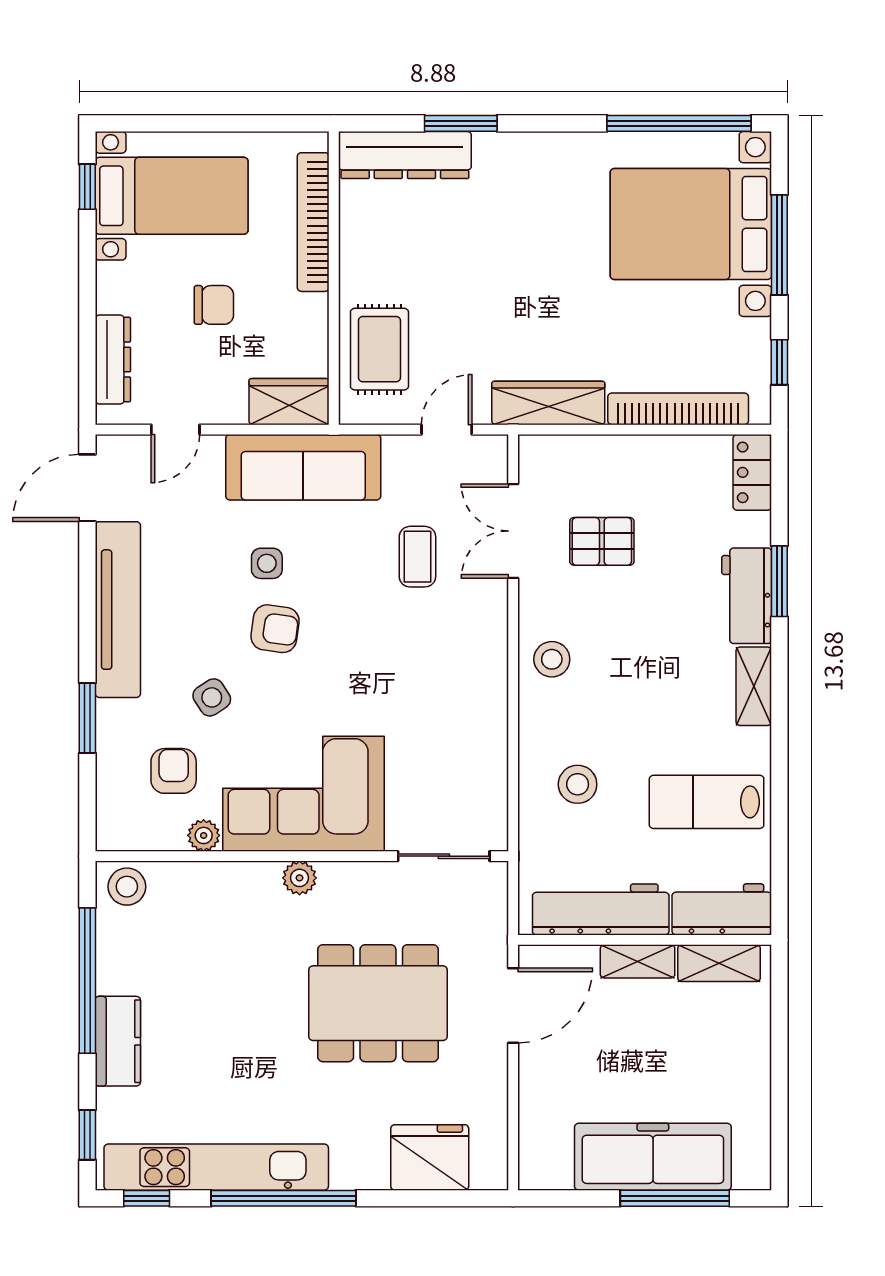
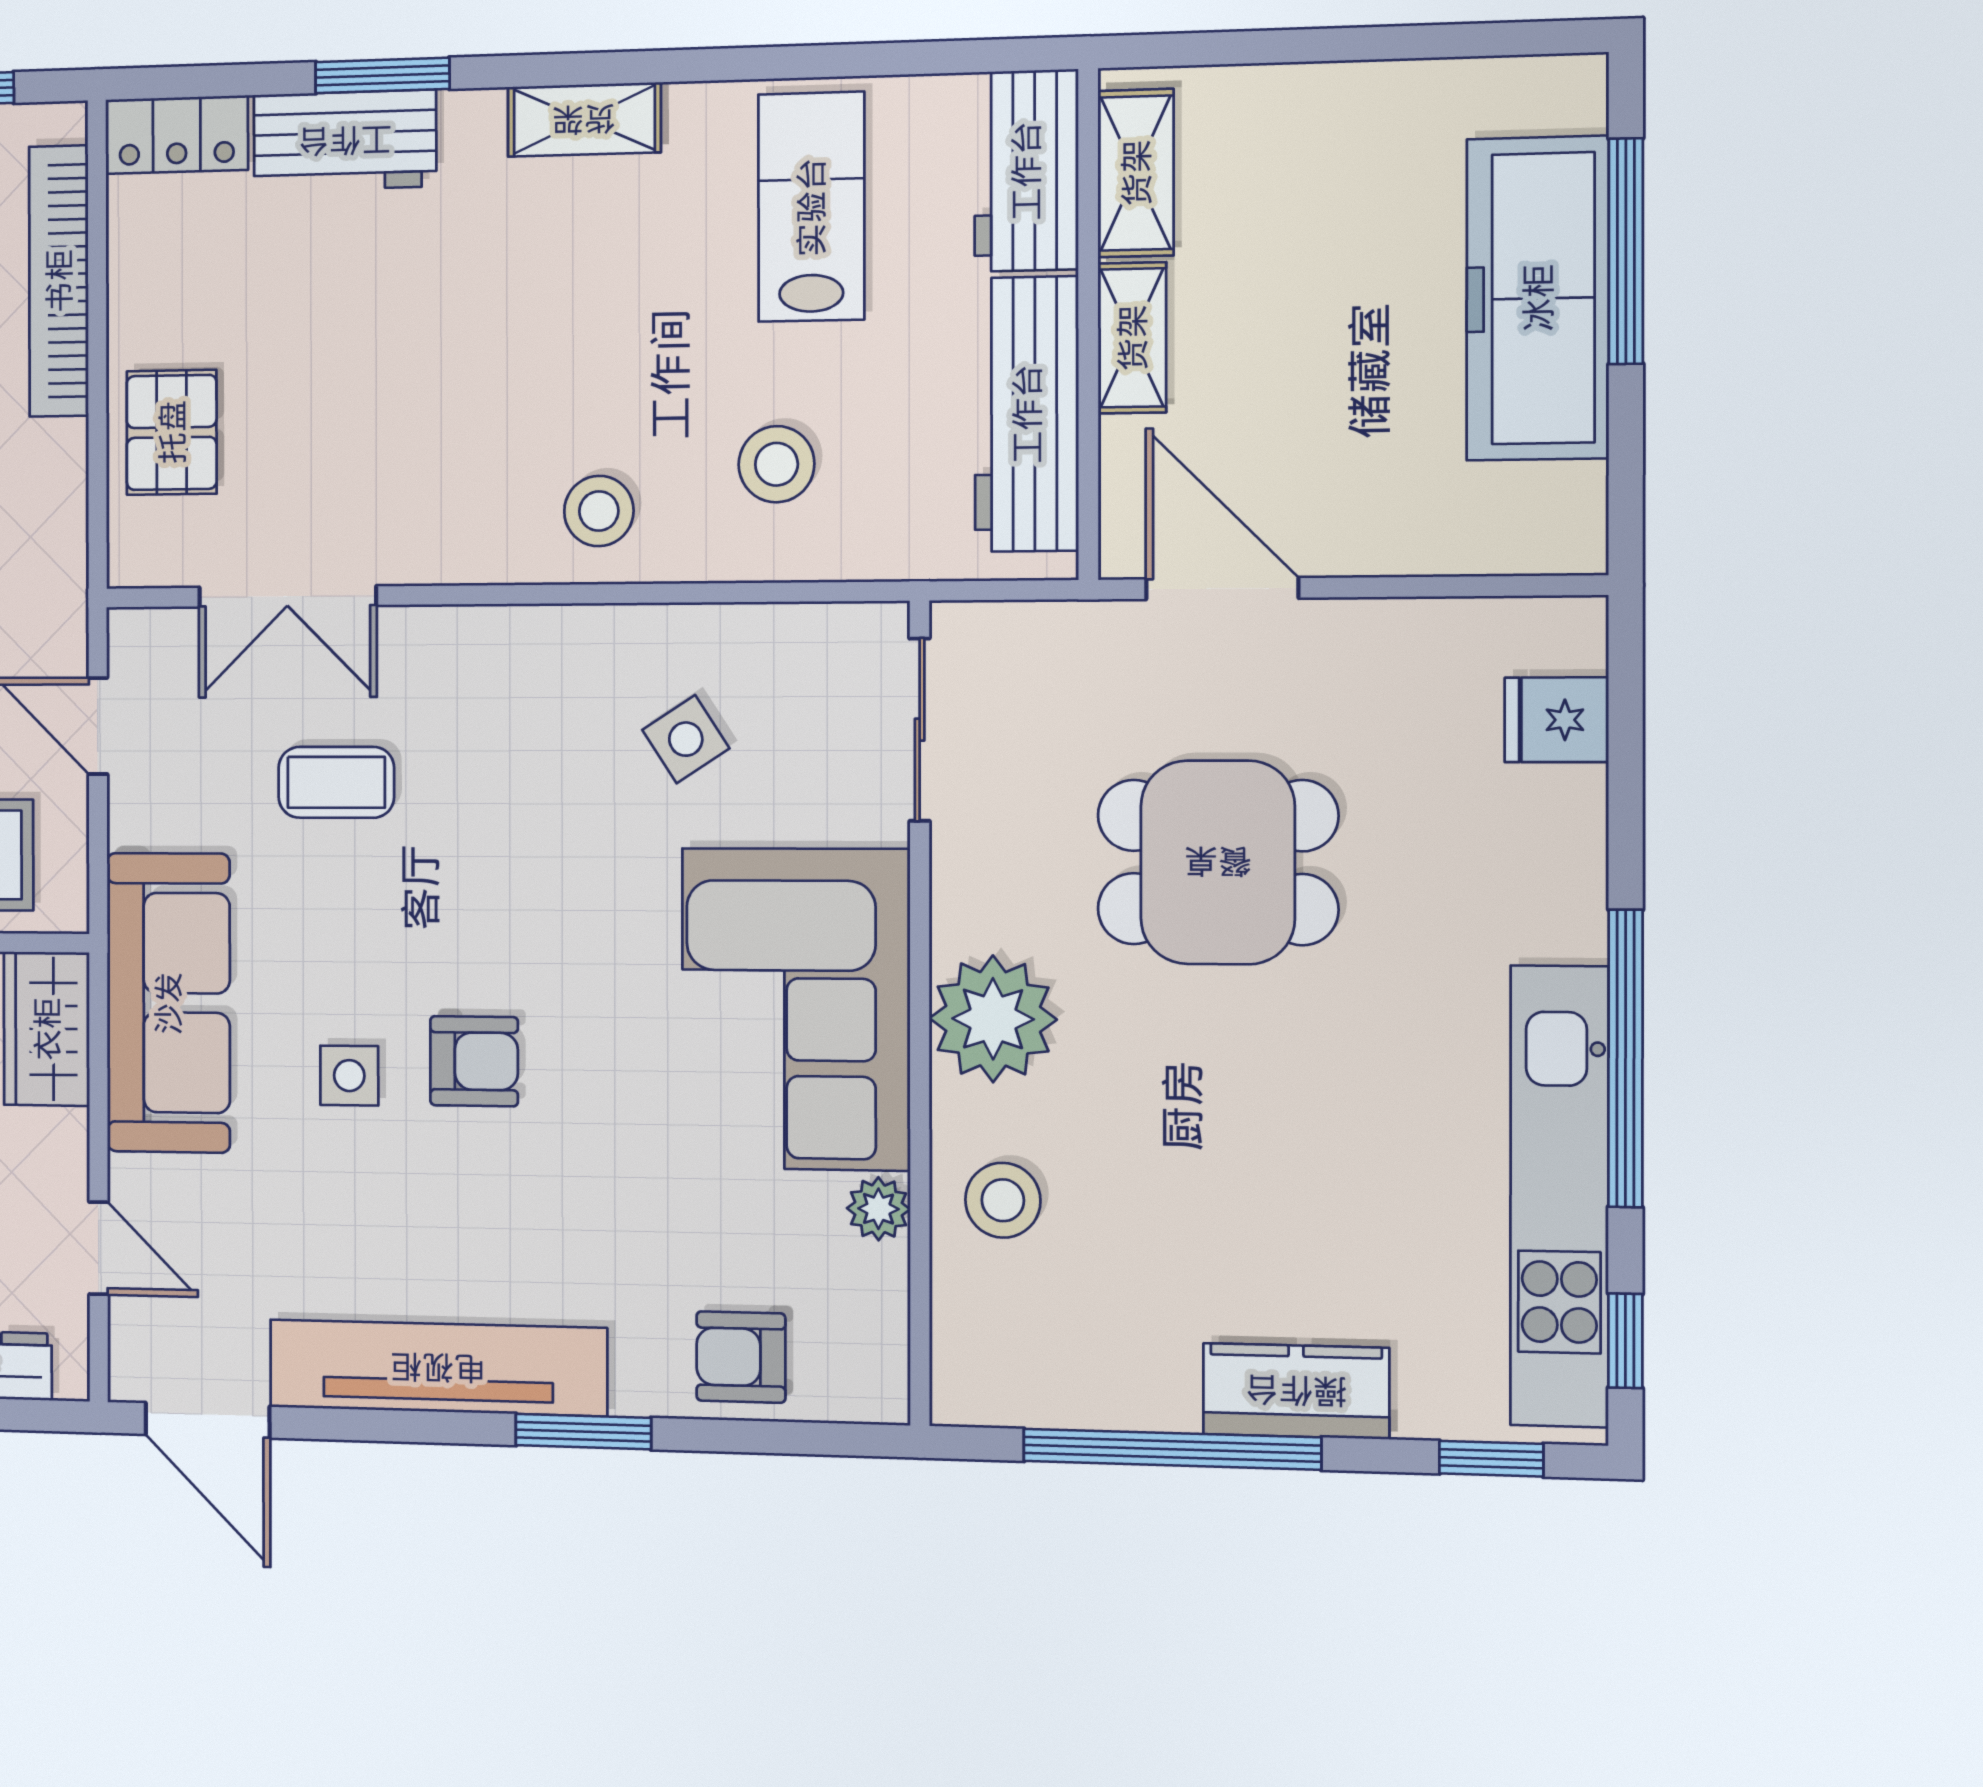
wardrobe: (548, 403) -> (48, 531), removed
pallet: (602, 541) -> (172, 432), moved
workbench: (747, 596) -> (345, 141), moved
armchair: (275, 629) -> (474, 1061), turned 82
stool: (552, 659) -> (599, 511), moved
side table: (212, 697) -> (686, 739), moved
window: (87, 718) -> (583, 1432), moved
armchair: (174, 771) -> (741, 1357), moved
lab bench: (707, 802) -> (811, 207), turned 180
plant: (300, 878) -> (993, 1019), width x1.87, depth x1.87
stool: (127, 887) -> (1003, 1200), moved
dining table: (378, 1003) -> (1218, 862), width x0.73
fridge: (430, 1157) -> (1557, 720), width x0.53, depth x0.75

